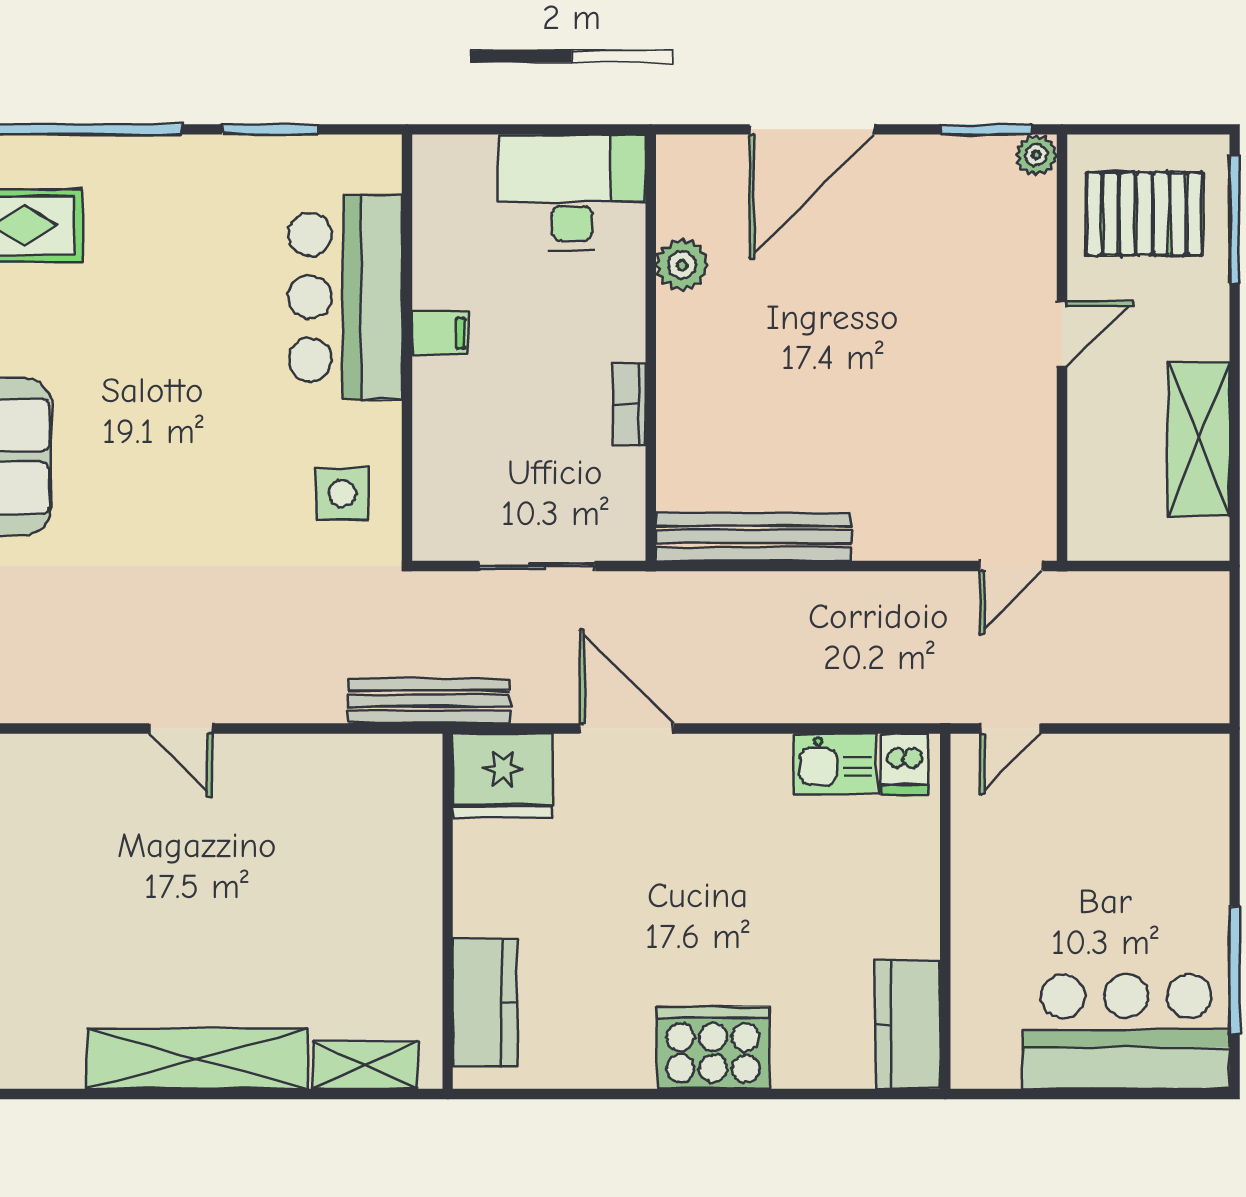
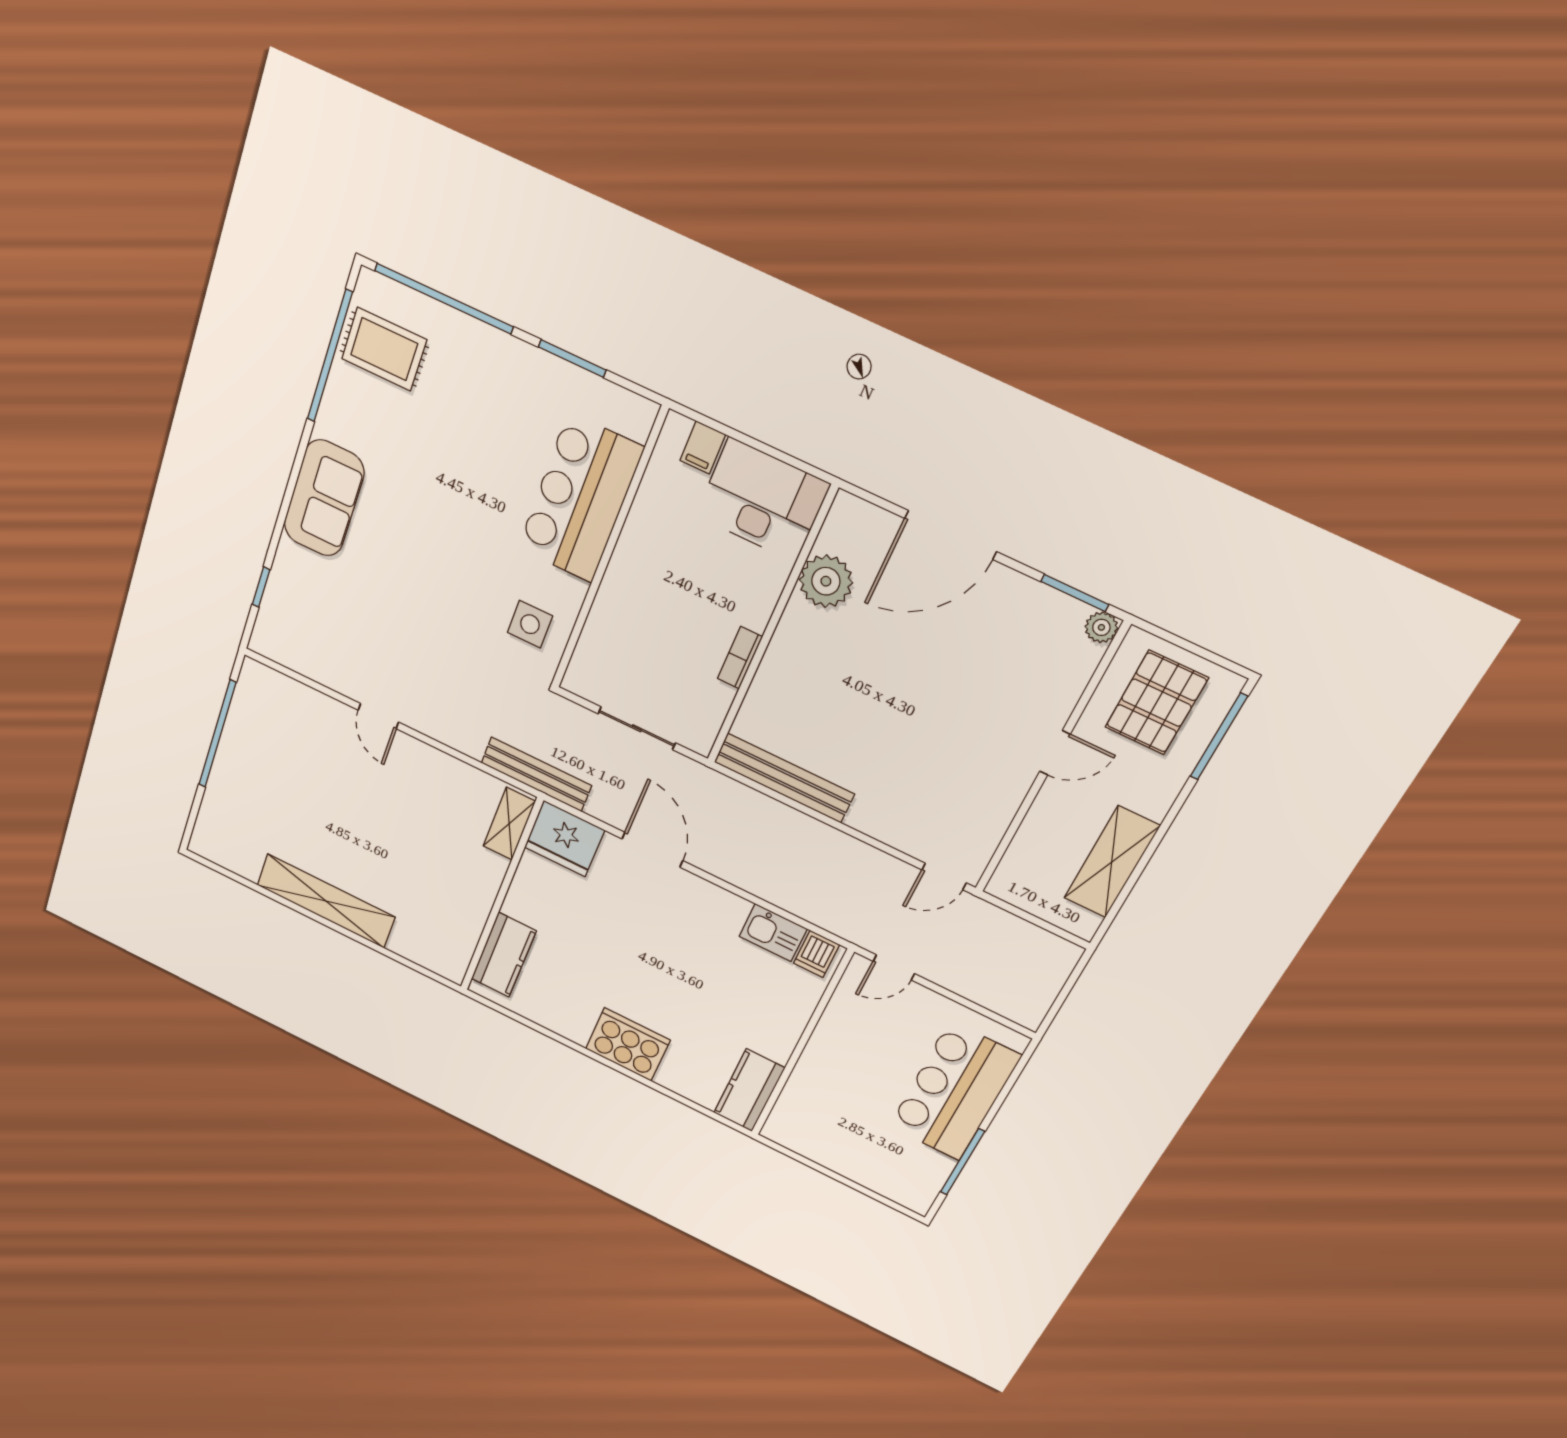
pallet: (1144, 214) -> (1156, 703), turned 90
plant: (682, 265) -> (826, 581), width x1.36, depth x1.36
filing cabinet: (441, 333) -> (703, 448), moved, turned 90
bar counter: (1126, 1032) -> (954, 1091), moved, turned -90
shelving: (365, 1065) -> (509, 824), moved, turned 90

